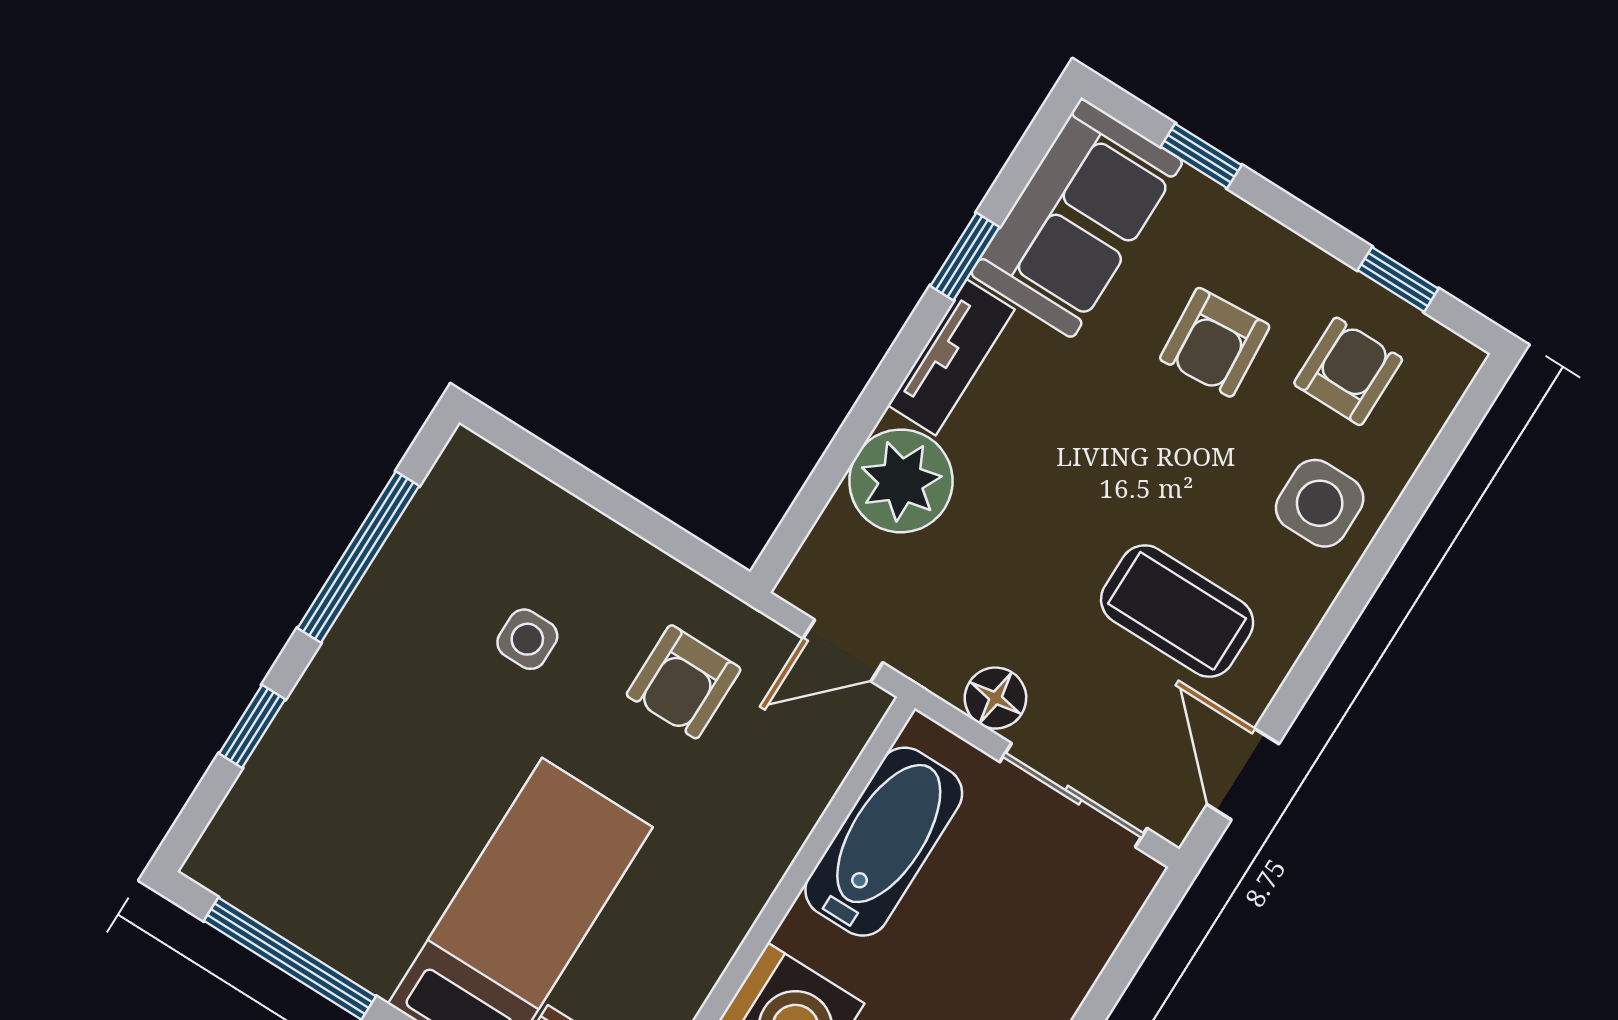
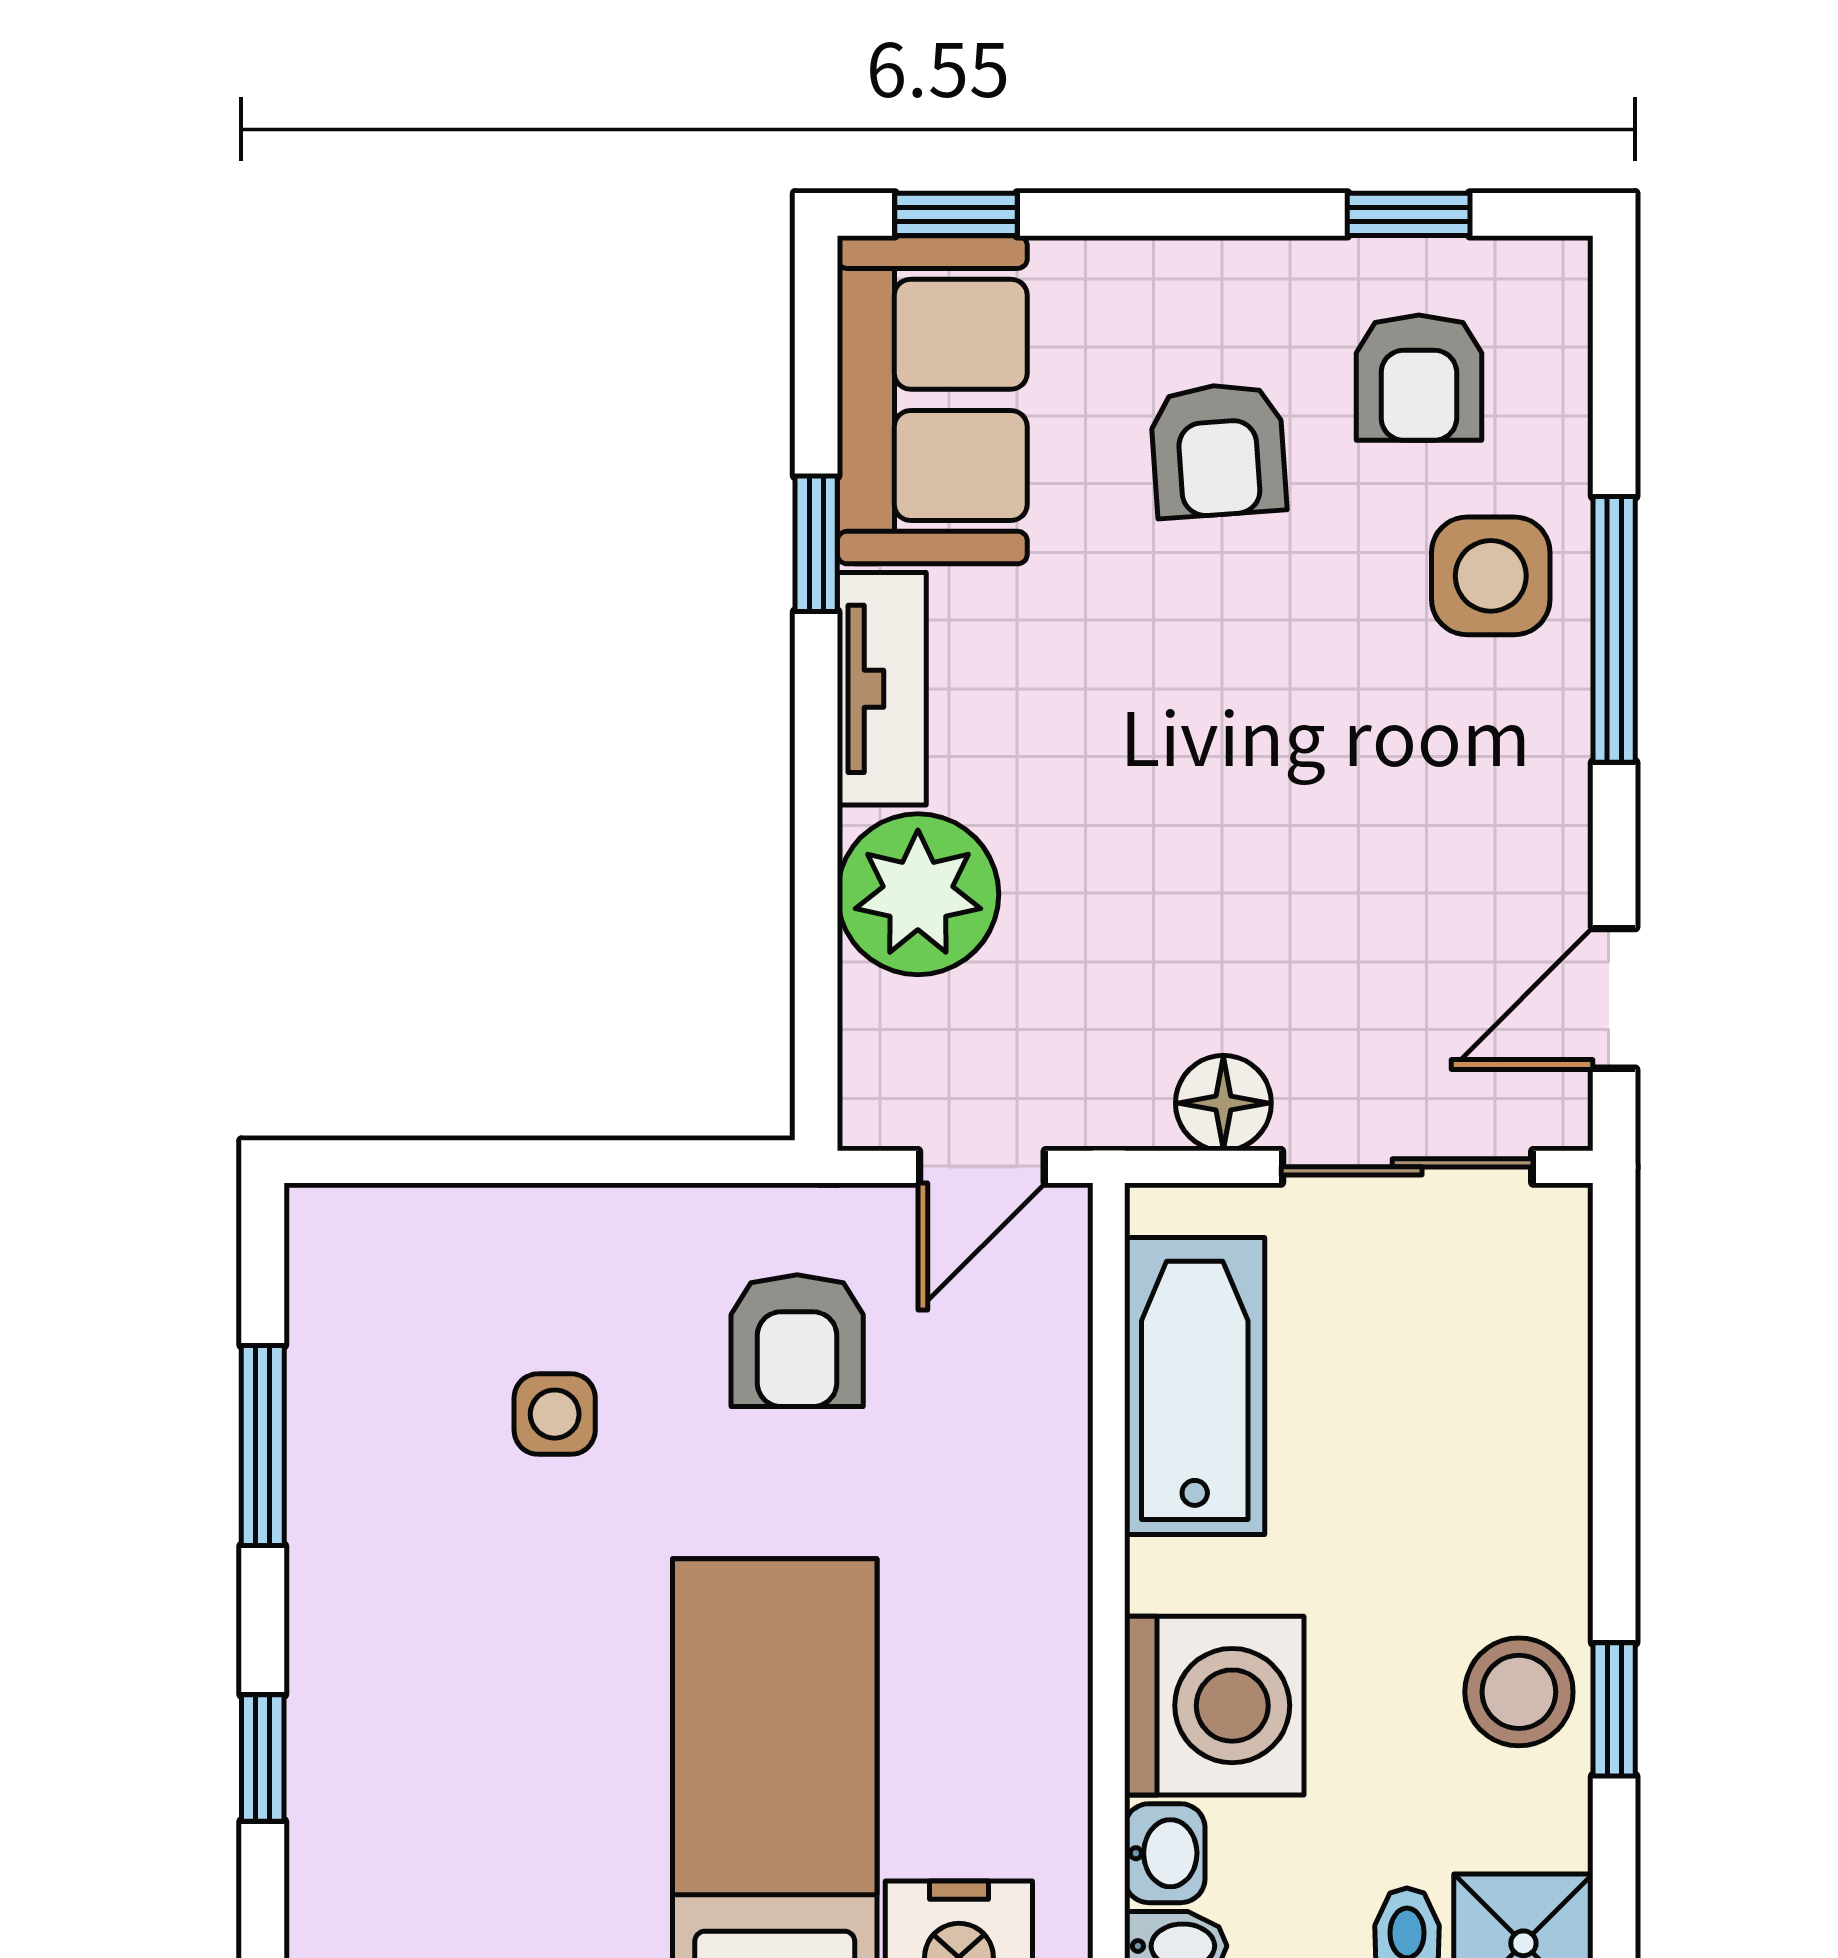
window: (1201, 156) -> (956, 214), moved
armchair: (1348, 371) -> (1419, 378), turned 180
window: (358, 557) -> (263, 1445), width x0.69
window: (1368, 574) -> (1614, 629), added
coffee table: (1177, 611) -> (1392, 837), removed
door: (1243, 774) -> (1614, 998), hinge flipped

